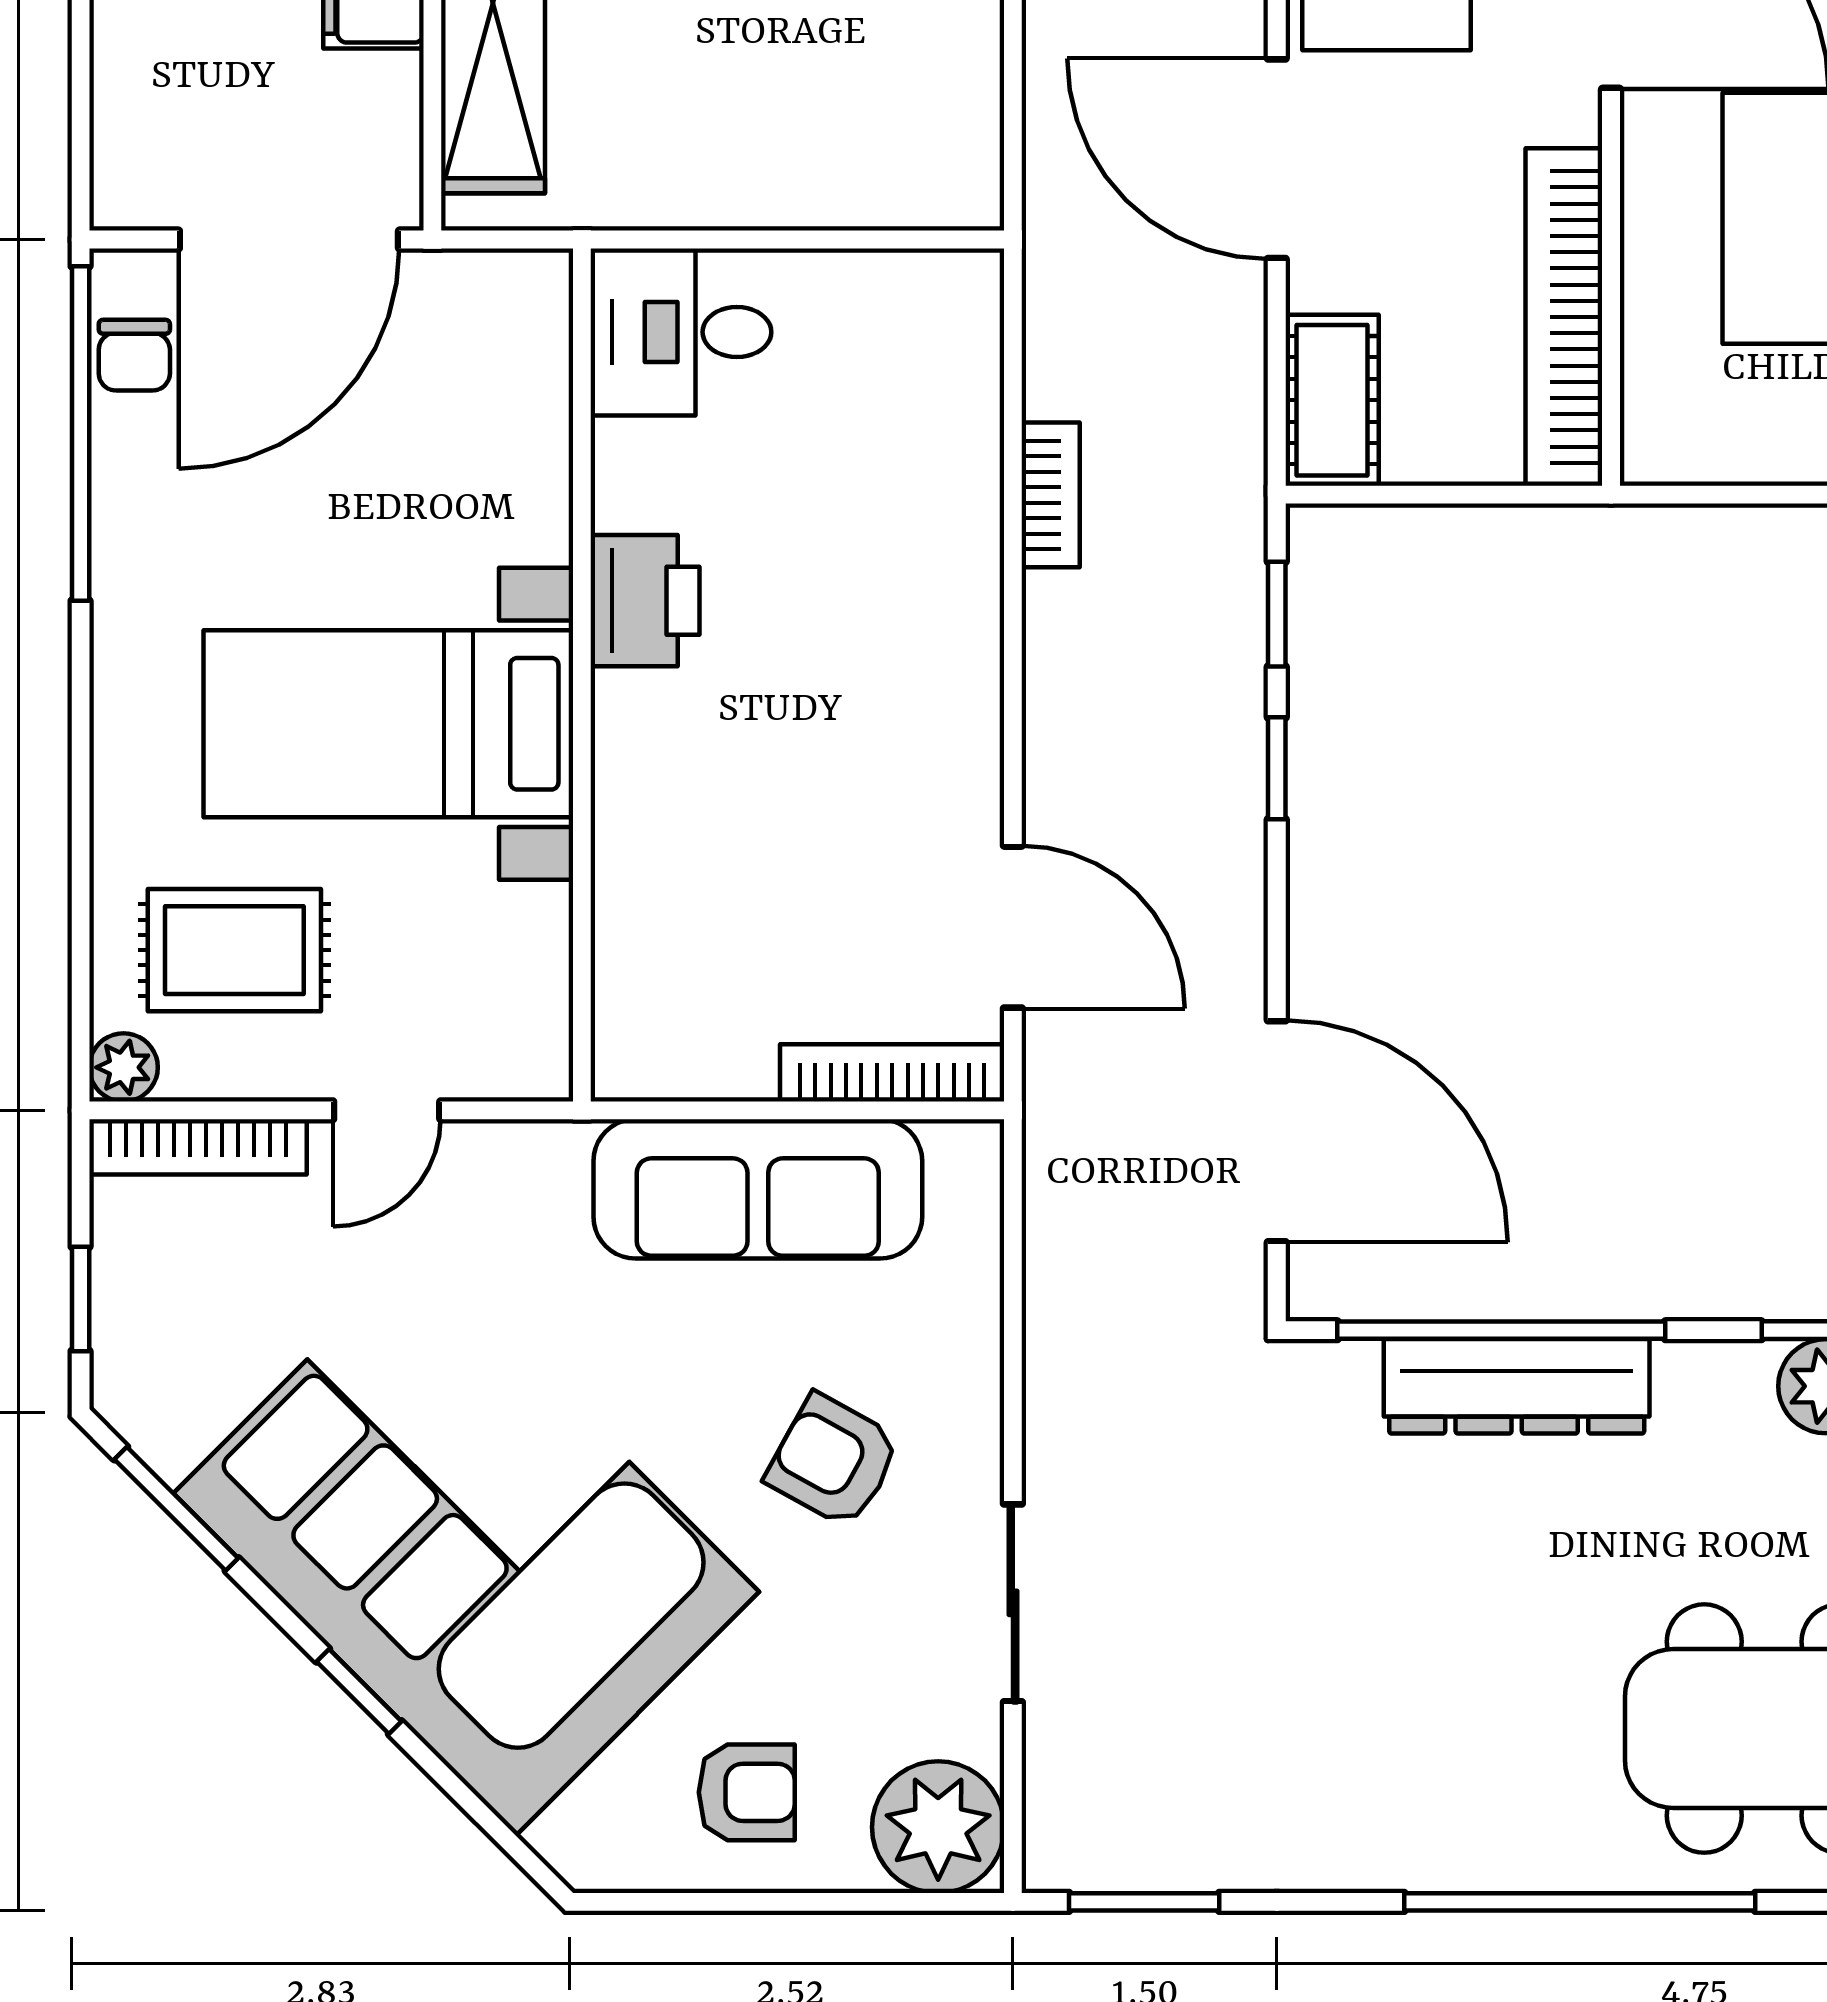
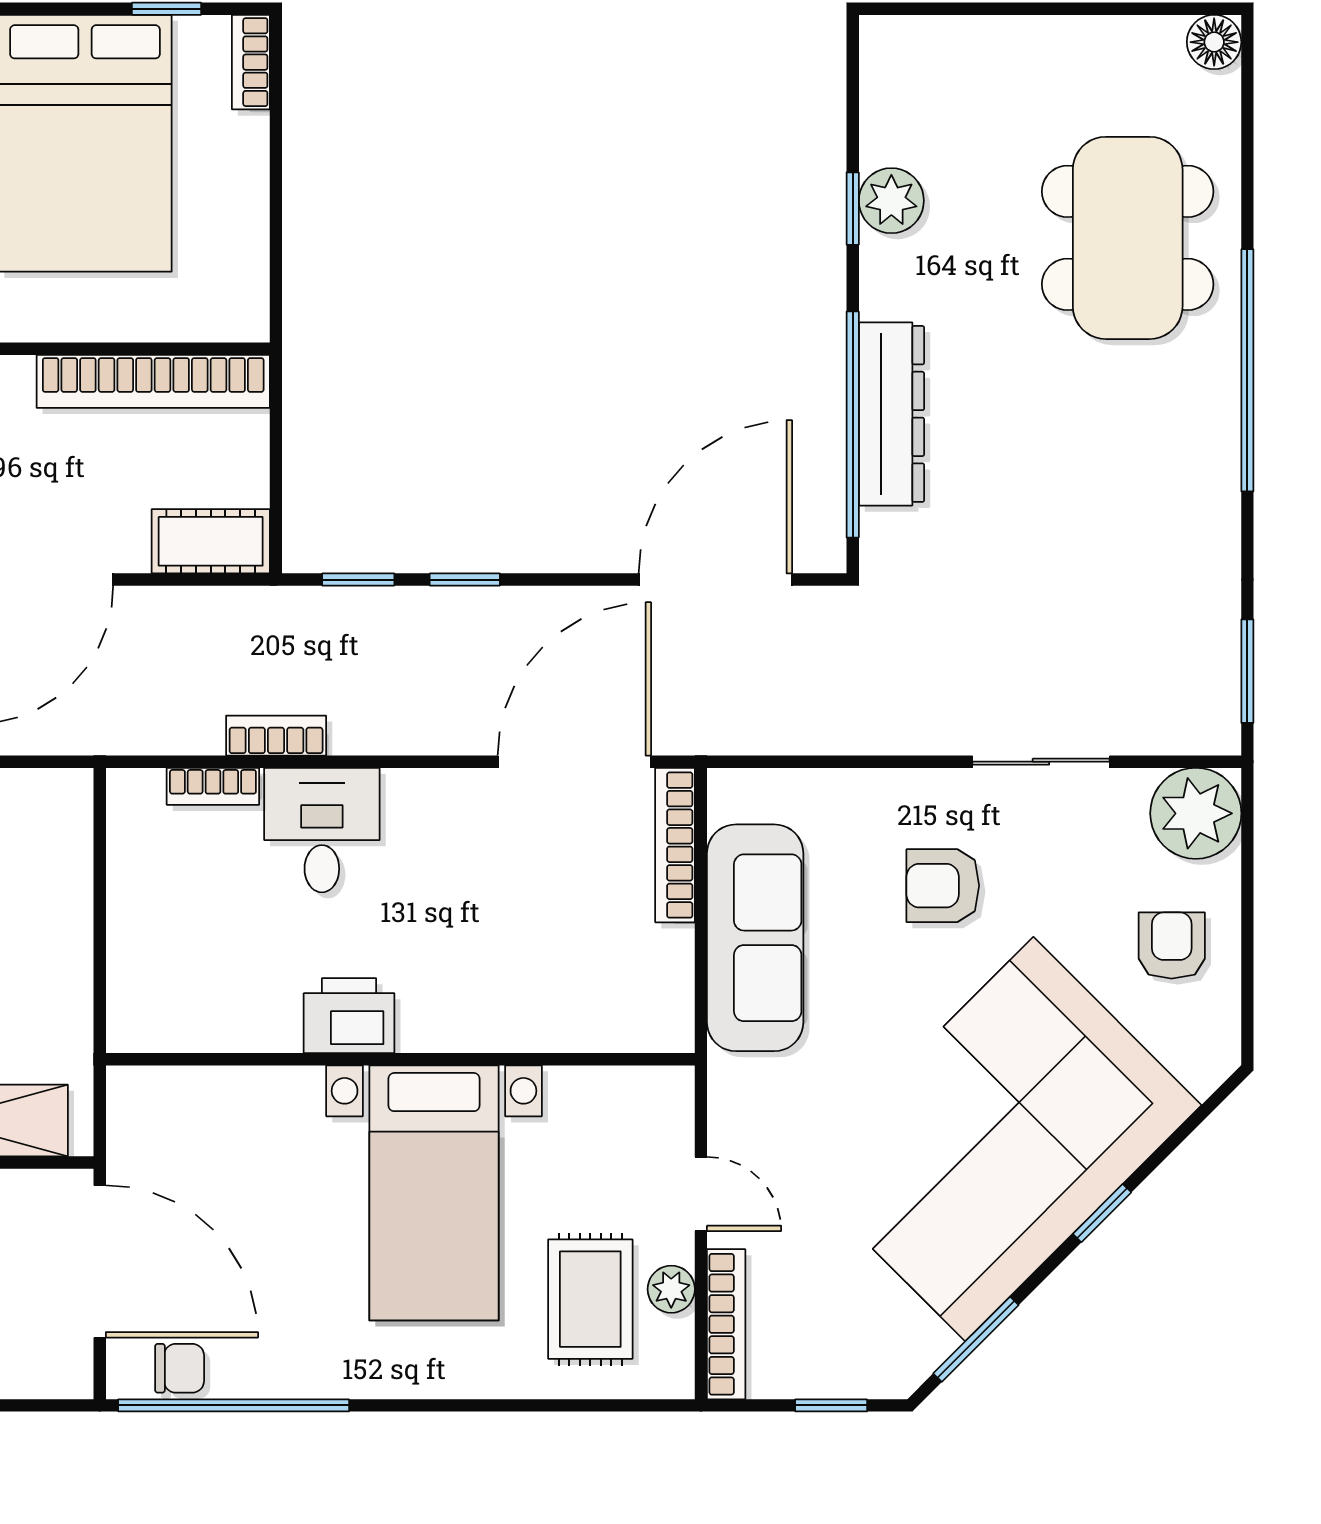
desk: (681, 332) -> (322, 830), moved, turned 180
bookcase: (977, 404) -> (213, 786), added
door: (1013, 927) -> (574, 762), width x1.36
plant: (124, 1067) -> (671, 1289), moved
armchair: (833, 1461) -> (943, 886), turned 61

